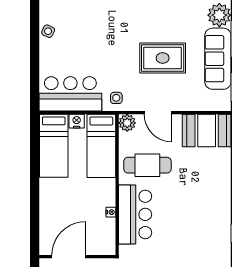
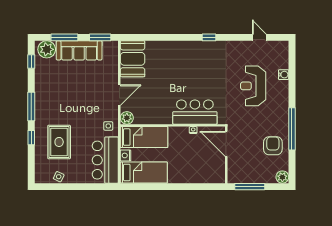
rug: (163, 58) -> (59, 142), moved
cafe table: (147, 165) -> (158, 103), removed
door: (69, 257) -> (226, 144), moved

